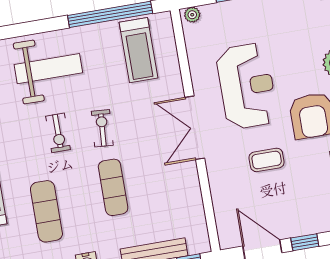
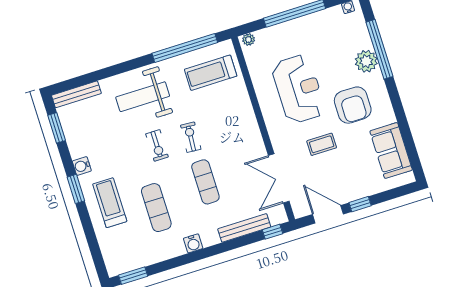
treadmill: (139, 50) -> (211, 73), turned 90
weight bench: (48, 69) -> (143, 97), turned 180
double door: (195, 128) -> (279, 178), moved

